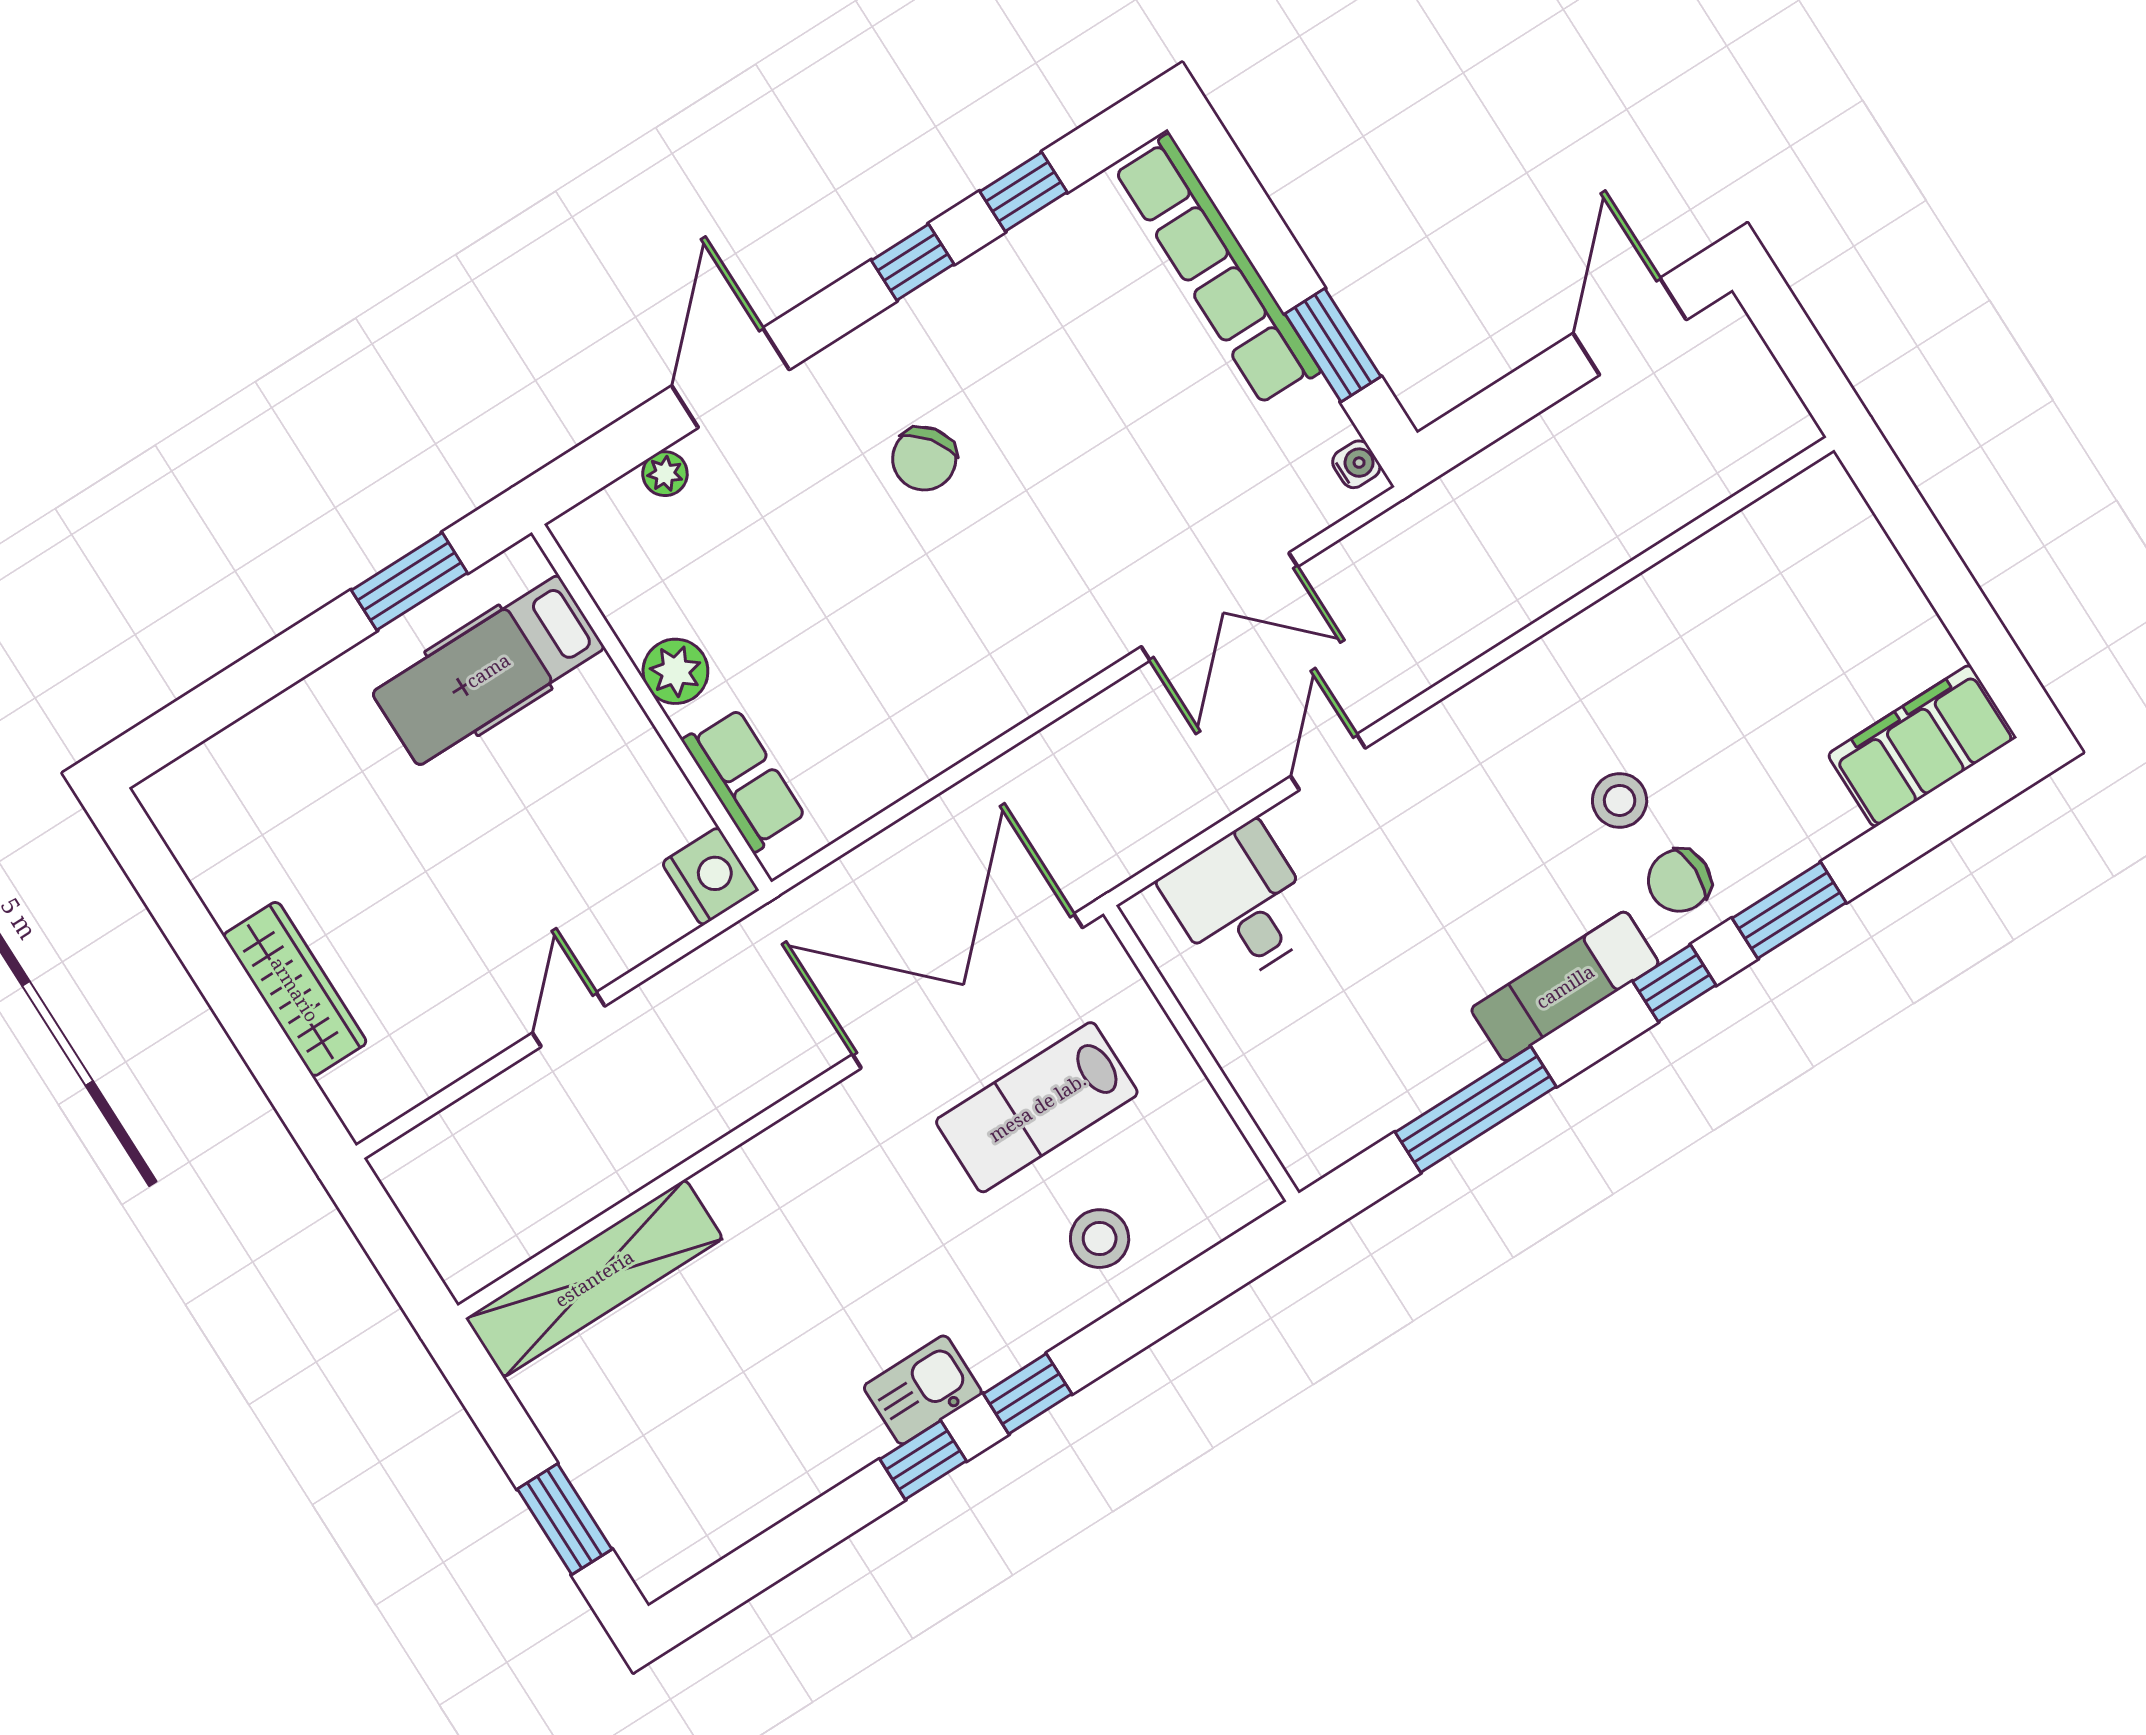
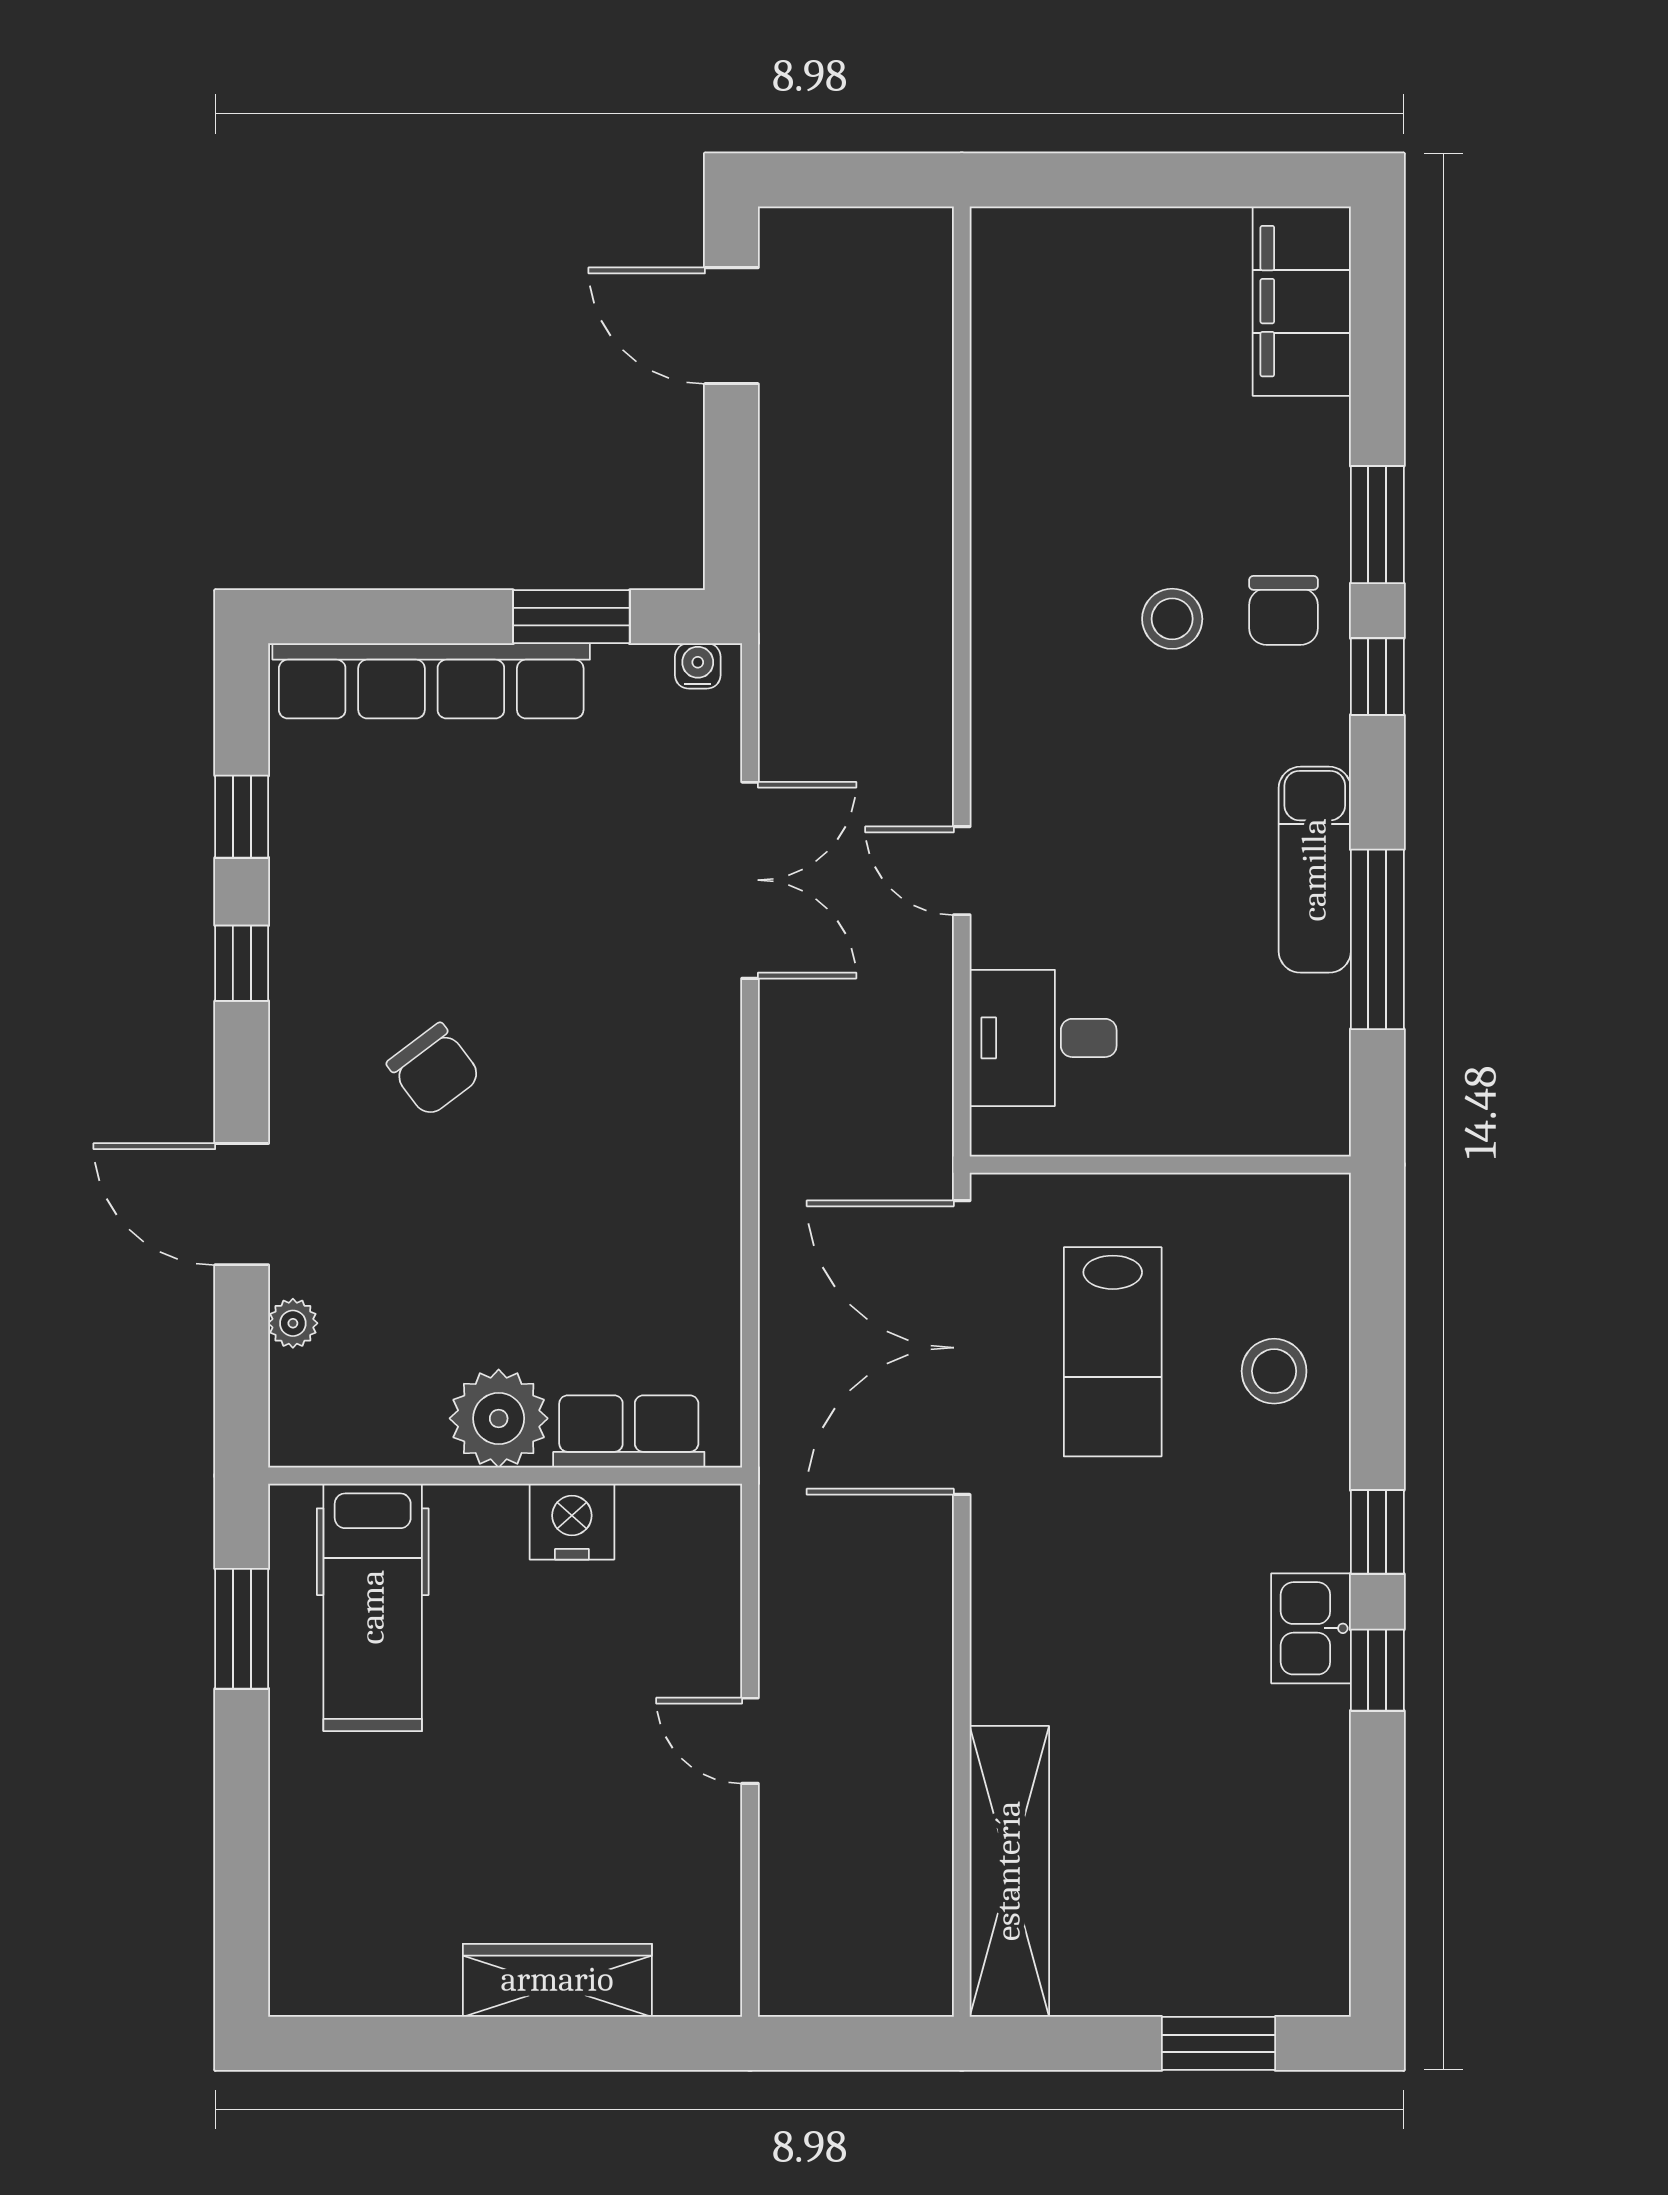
plant: (675, 671) -> (499, 1418), width x1.36, depth x1.36
nightstand: (710, 876) -> (572, 1522), moved
exam couch: (1565, 986) -> (1315, 870), moved

